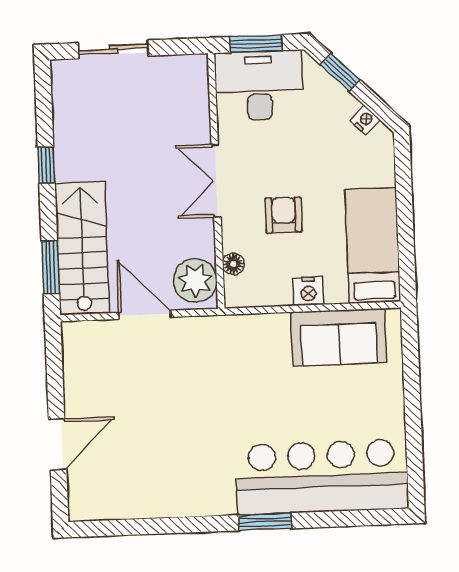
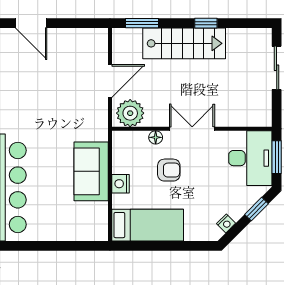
stairs: (82, 248) -> (184, 43), moved
floor lamp: (233, 264) -> (156, 137), moved
sofa: (339, 337) -> (91, 171), moved

